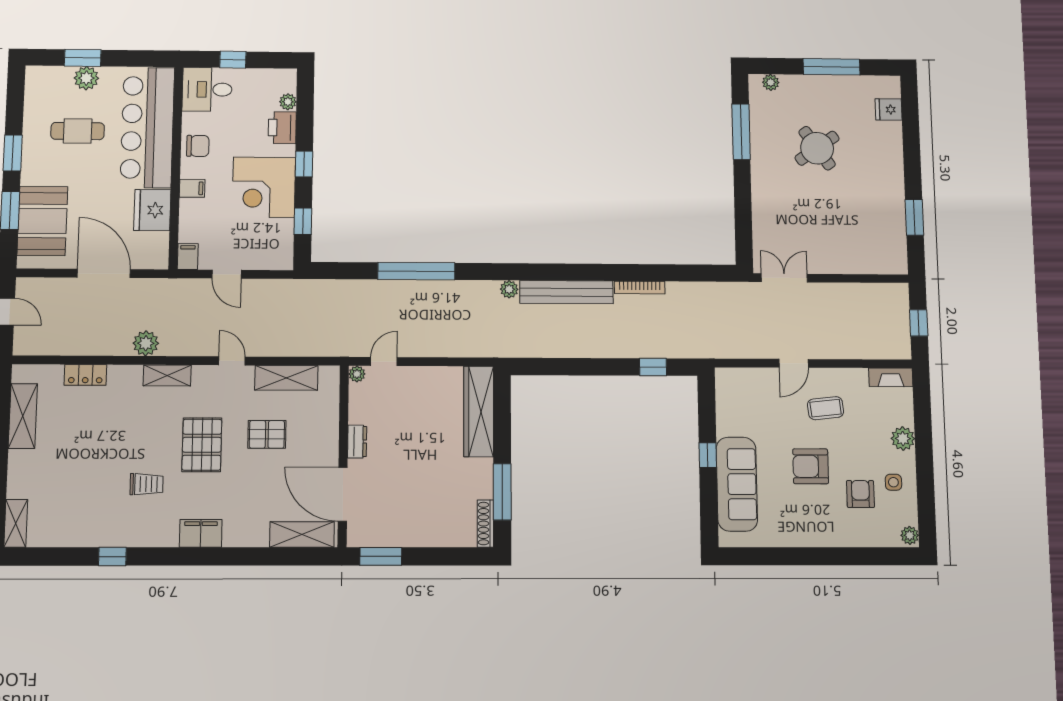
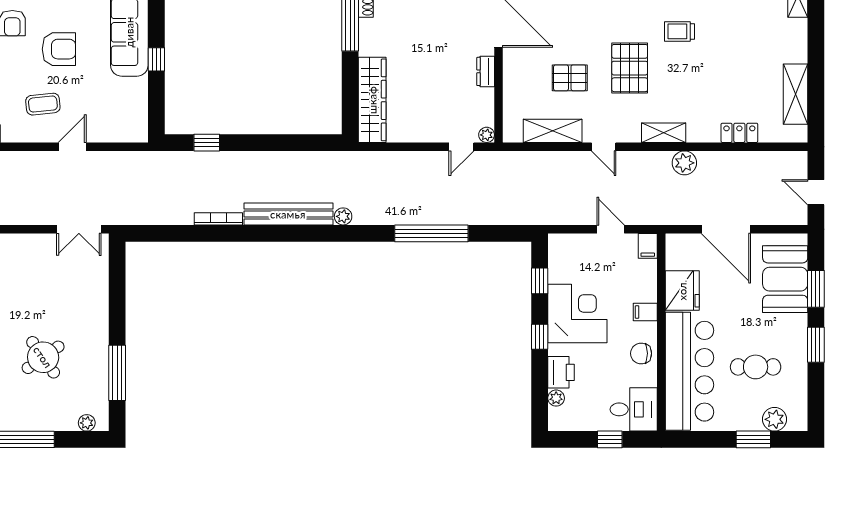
plant: (86, 78) -> (775, 419), moved

